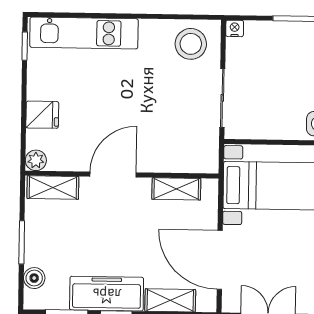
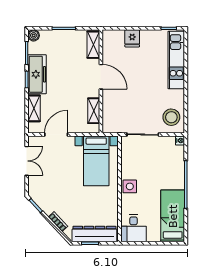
plant: (36, 160) -> (108, 35), removed
door: (220, 260) -> (56, 135), width x0.73
boiler: (34, 278) -> (34, 35), moved

